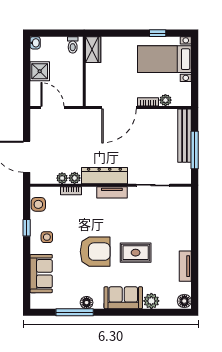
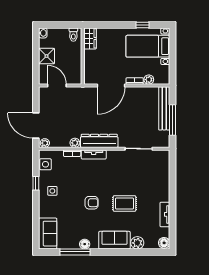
plant: (62, 178) -> (45, 143), moved
tv unit: (112, 192) -> (94, 154), moved
armchair: (95, 252) -> (92, 203), width x0.53, depth x0.53
sofa: (41, 274) -> (48, 234), moved

